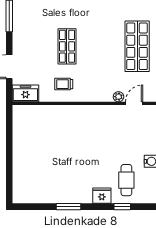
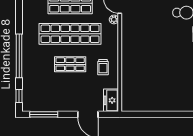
shop shelf: (102, 46) -> (70, 34), added

